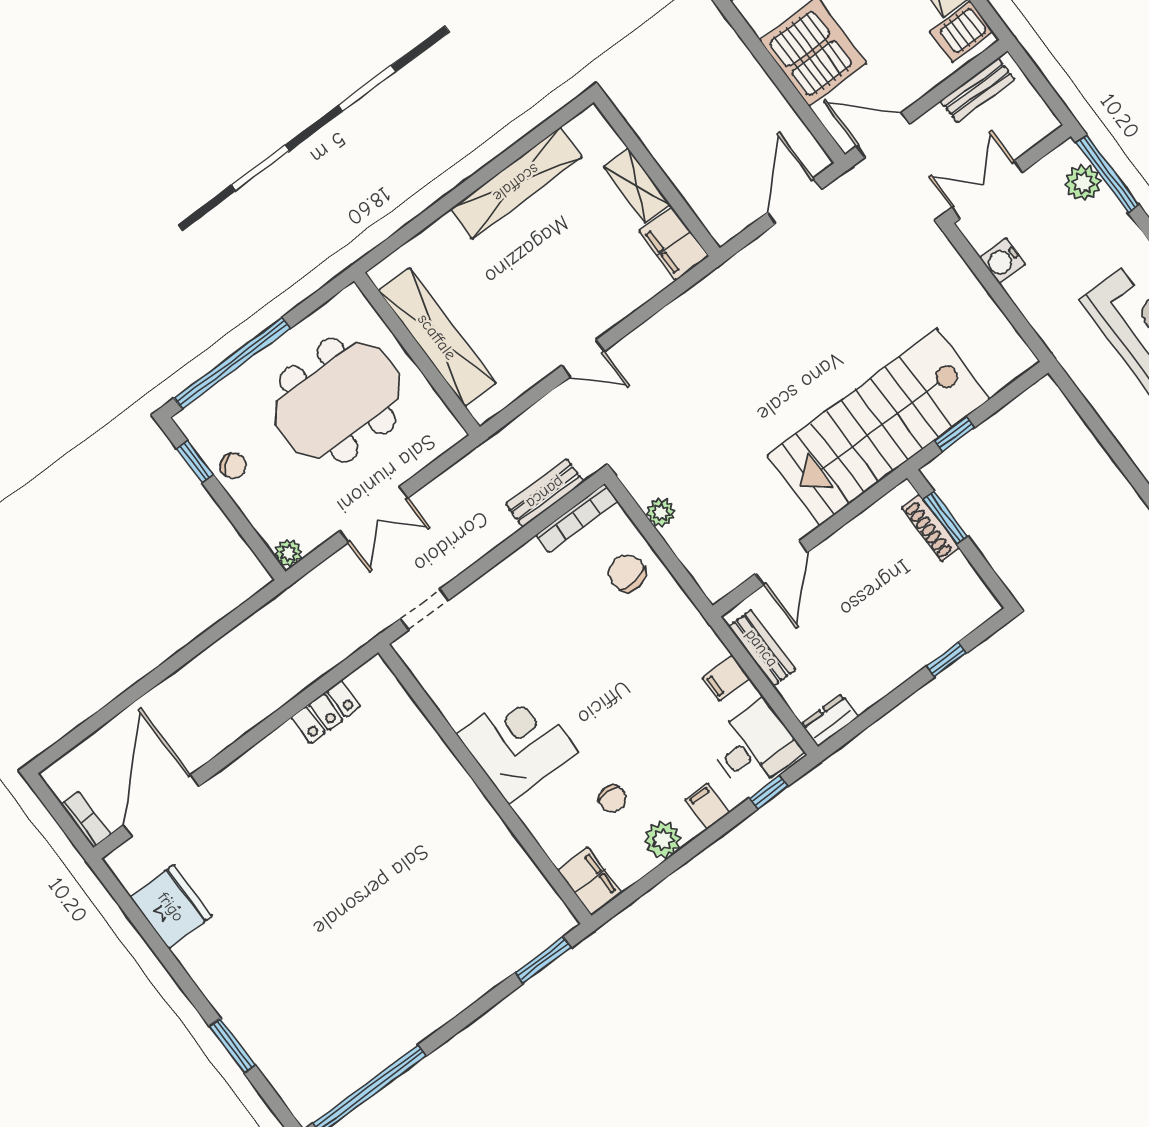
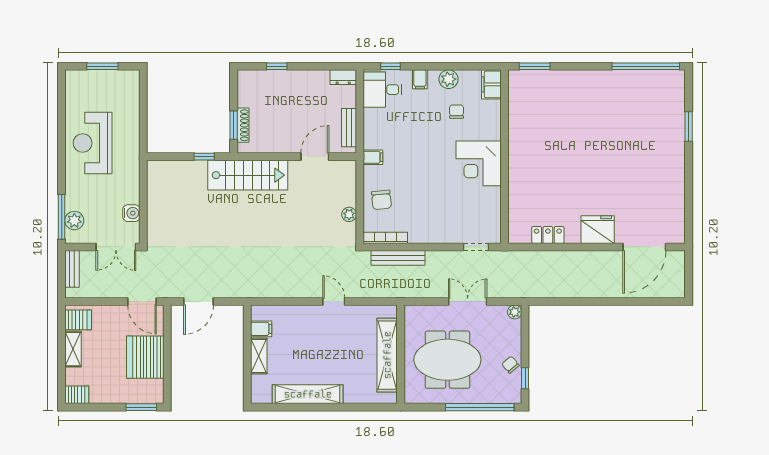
bench: (977, 90) -> (72, 269), moved, turned 90
filing cabinet: (674, 243) -> (261, 329), width x0.50
stairs: (879, 427) -> (248, 175), width x0.73, depth x0.66
bench: (545, 493) -> (398, 258), width x1.36
filing cabinet: (726, 678) -> (373, 157), moved
bookcase: (86, 820) -> (680, 264), removed
fridge: (171, 907) -> (598, 230), moved, turned 90

